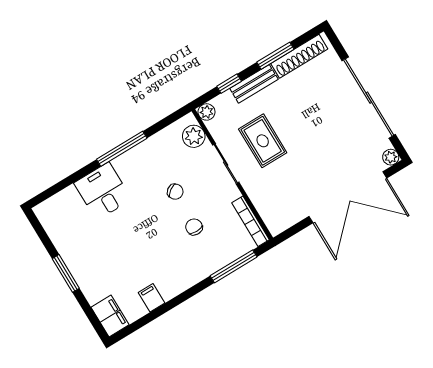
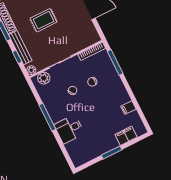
bench: (254, 84) -> (20, 48), width x1.36
rug: (263, 141) -> (44, 20), moved
filing cabinet: (110, 316) -> (126, 136), moved

